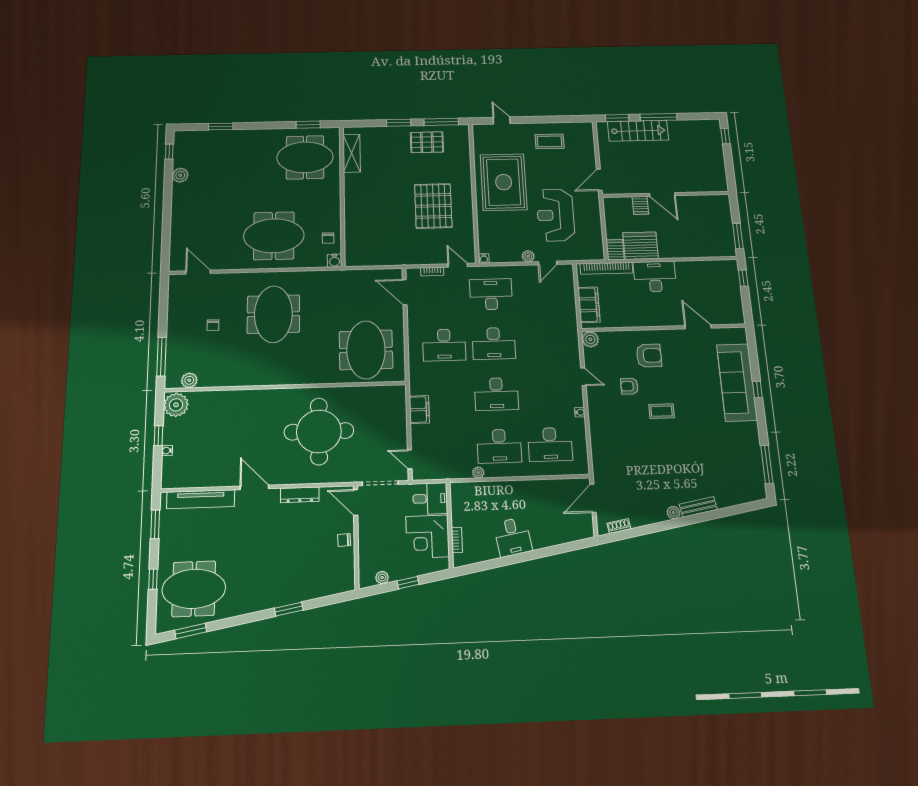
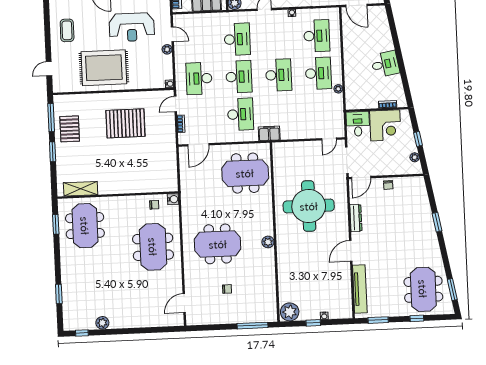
desk: (543, 342) -> (237, 39), added
plant: (189, 380) -> (268, 242), moved
filing cabinet: (419, 410) -> (269, 133), moved

